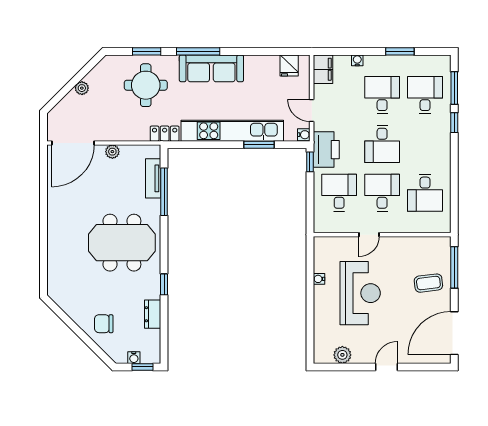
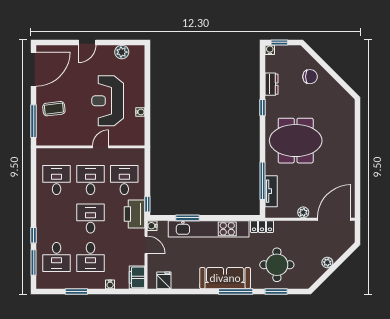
desk: (339, 193) -> (124, 180), turned 180
desk: (382, 193) -> (90, 180), turned 180
water cooler: (134, 358) -> (270, 50), moved

